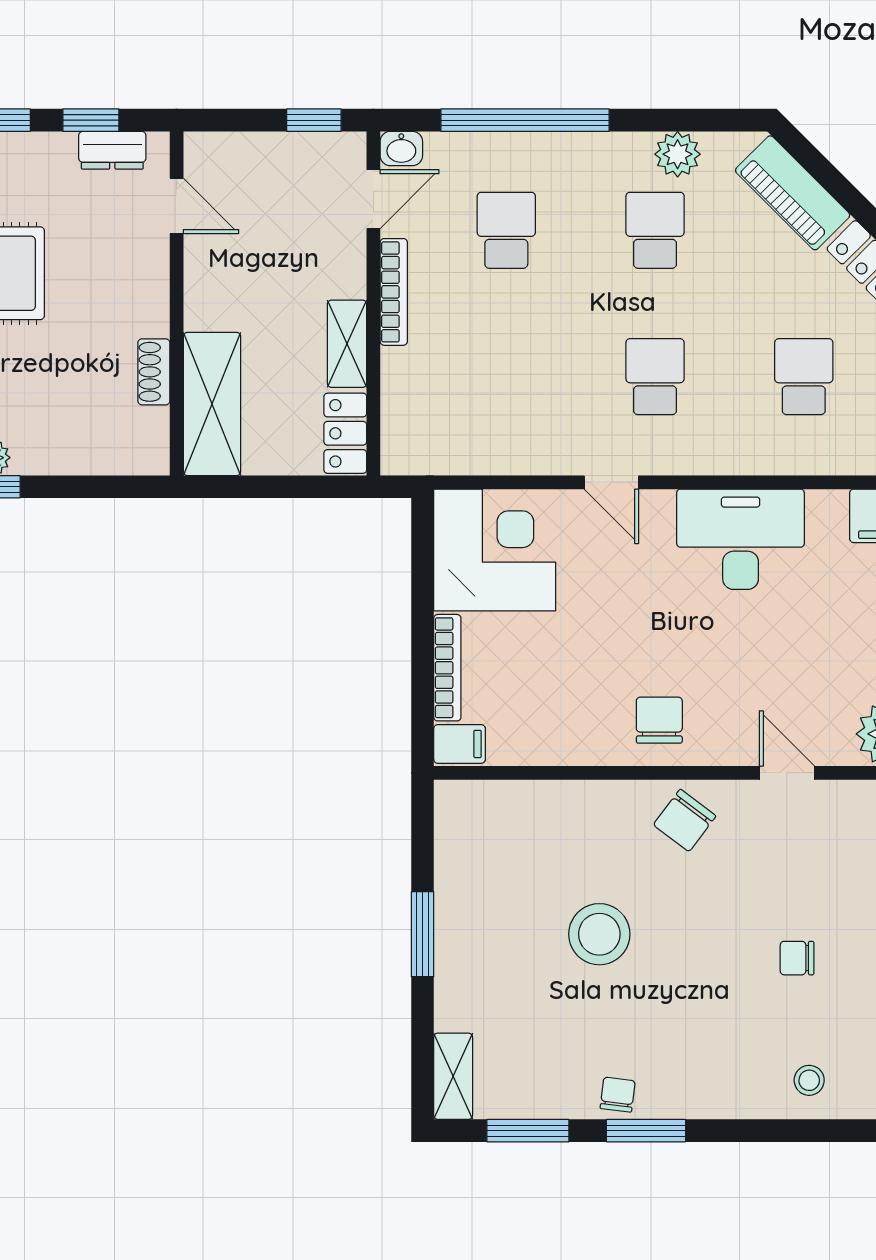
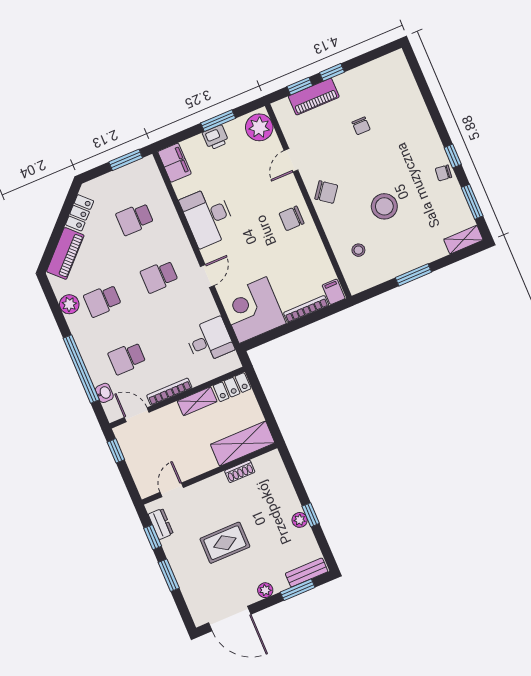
washbasin: (401, 149) -> (104, 393), moved
desk: (468, 428) -> (210, 340), added
stool: (809, 1080) -> (358, 250), moved
window: (646, 1131) -> (453, 156), width x0.67

